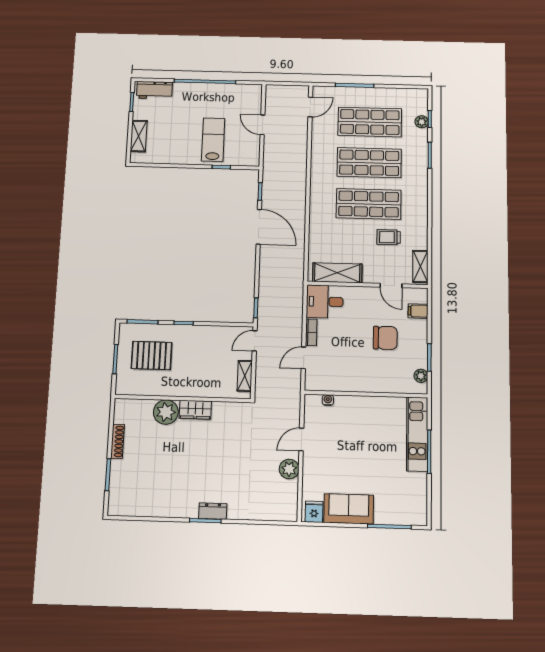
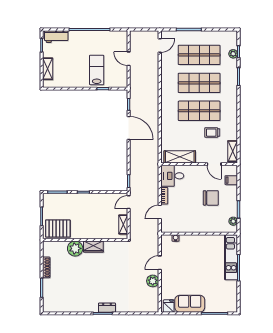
pallet: (152, 355) -> (58, 228), moved

